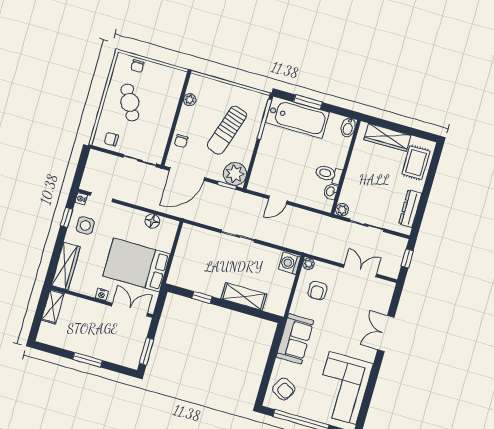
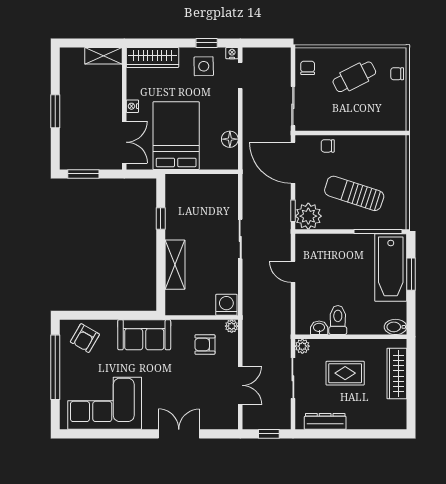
plant: (190, 100) -> (376, 142), removed
rug: (416, 163) -> (345, 373), moved

